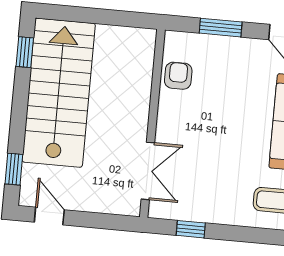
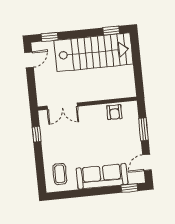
armchair: (178, 76) -> (114, 112), turned 90

